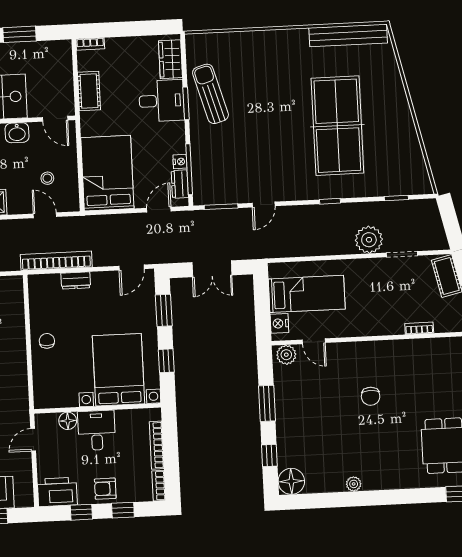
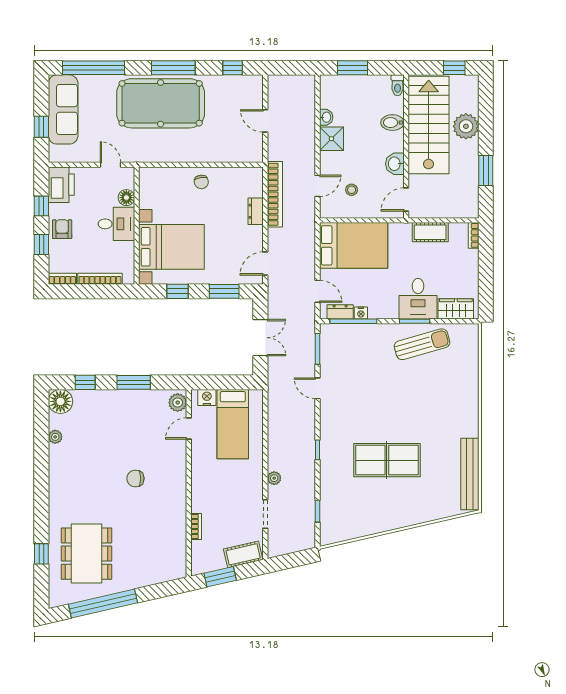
table tennis table: (337, 126) -> (387, 460), width x0.73, depth x0.76
plant: (369, 240) -> (274, 478), width x0.53, depth x0.53
door: (132, 267) -> (265, 264), hinge flipped
double door: (212, 269) -> (260, 338), swing flipped
chair: (47, 341) -> (201, 182), turned 82
plant: (354, 484) -> (55, 437), moved

